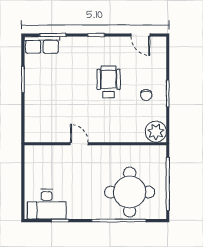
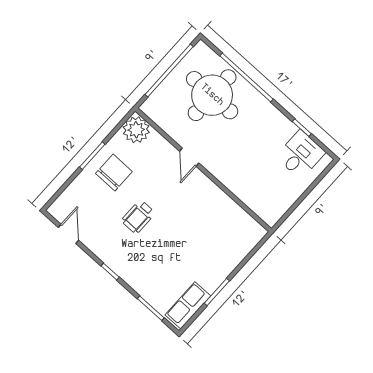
row of seats: (42, 45) -> (188, 305), moved, turned -90
wheelchair: (109, 82) -> (138, 217), width x0.73, depth x0.73
chair: (146, 95) -> (114, 173), width x1.87, depth x1.87
door: (79, 144) -> (189, 157), moved
desk: (47, 204) -> (301, 155), width x0.73

